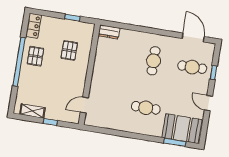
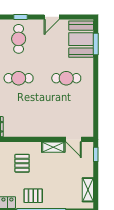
pallet: (69, 50) -> (22, 163), turned 90
shelving: (80, 84) -> (53, 147), added
cafe table: (146, 108) -> (66, 78), turned 90
window: (50, 122) -> (96, 154), moved

